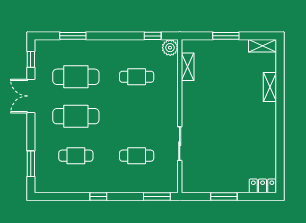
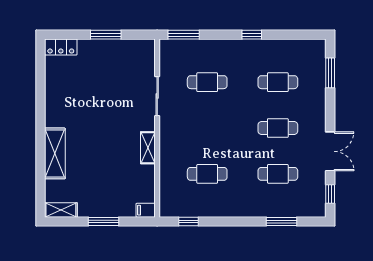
filing cabinet: (190, 46) -> (146, 210), added
plant: (170, 48) -> (168, 208), removed
shelving: (188, 67) -> (148, 148), moved
cafe table: (76, 77) -> (278, 174), width x0.73, depth x0.74
shelving: (270, 87) -> (55, 153), width x1.50, depth x1.33
cafe table: (76, 116) -> (278, 128), width x0.73, depth x0.74

